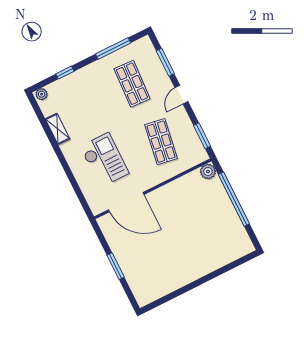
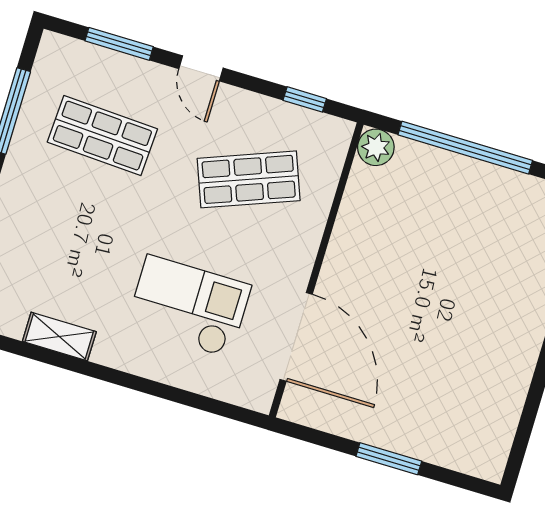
window: (202, 136) -> (305, 99), width x0.67
shop shelf: (161, 142) -> (249, 179), turned -30
door: (126, 202) -> (296, 337), hinge flipped

